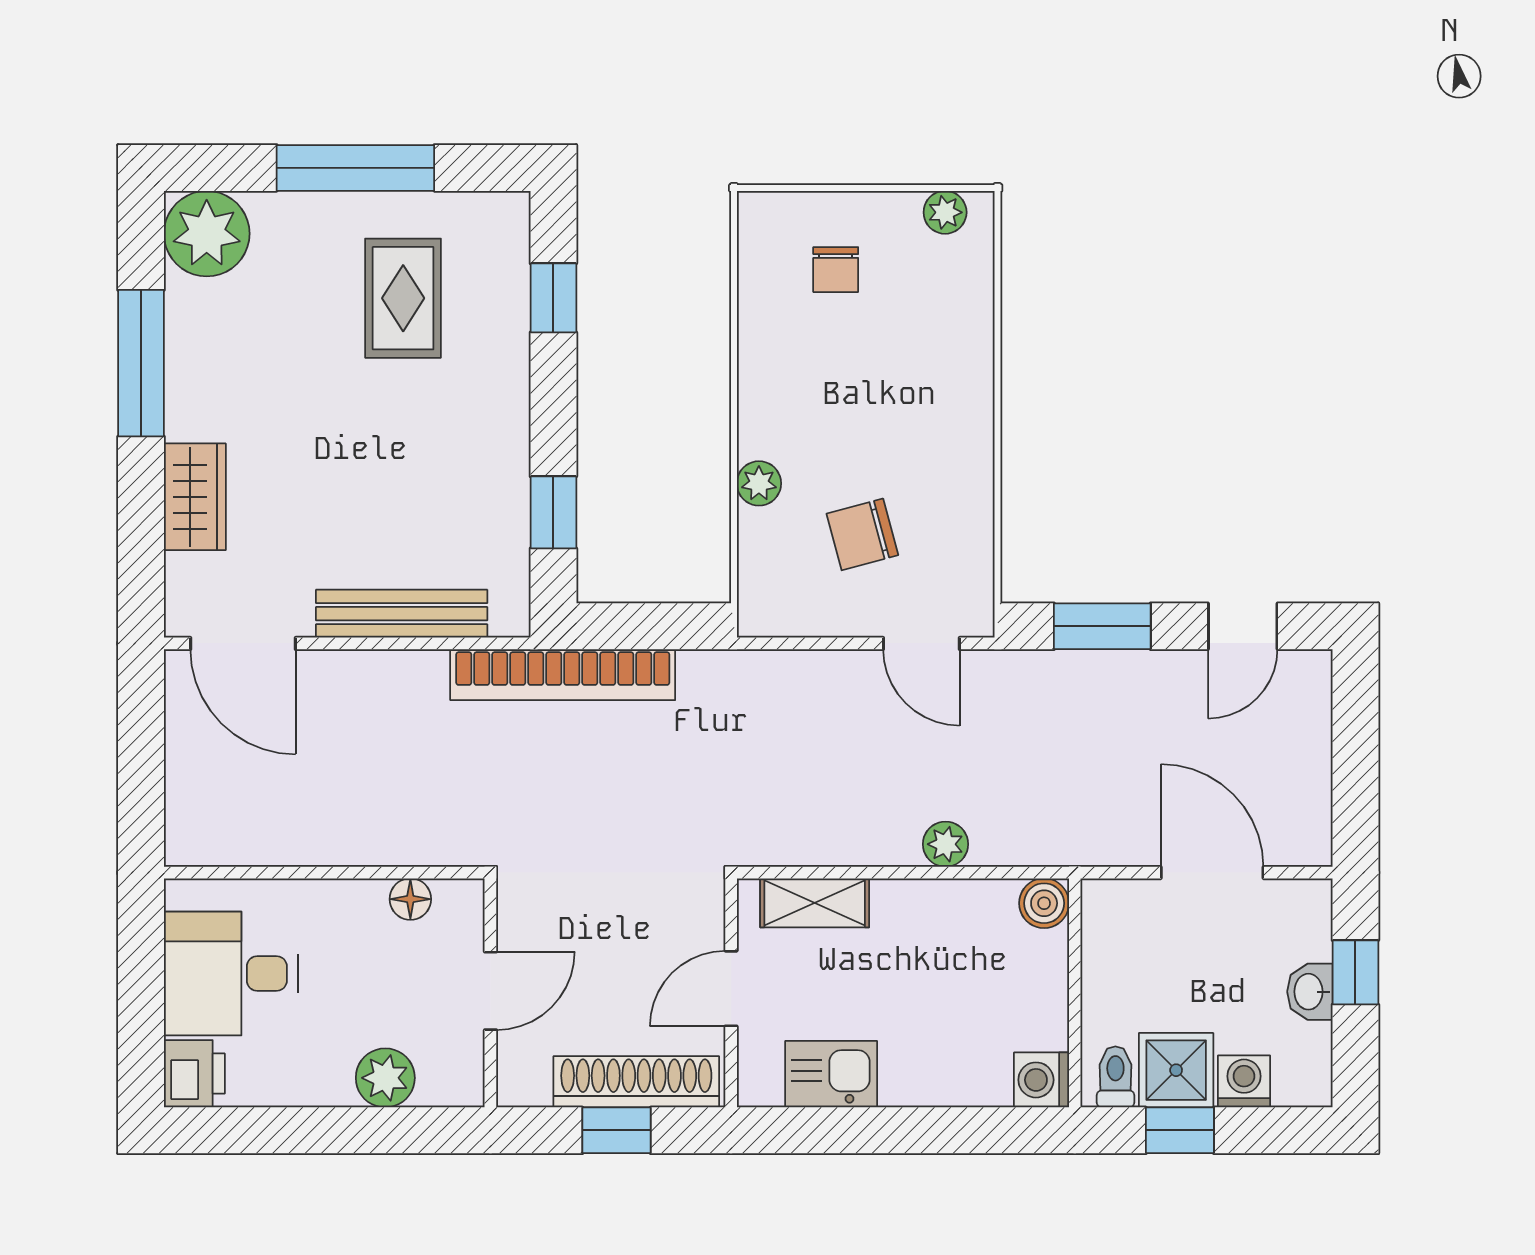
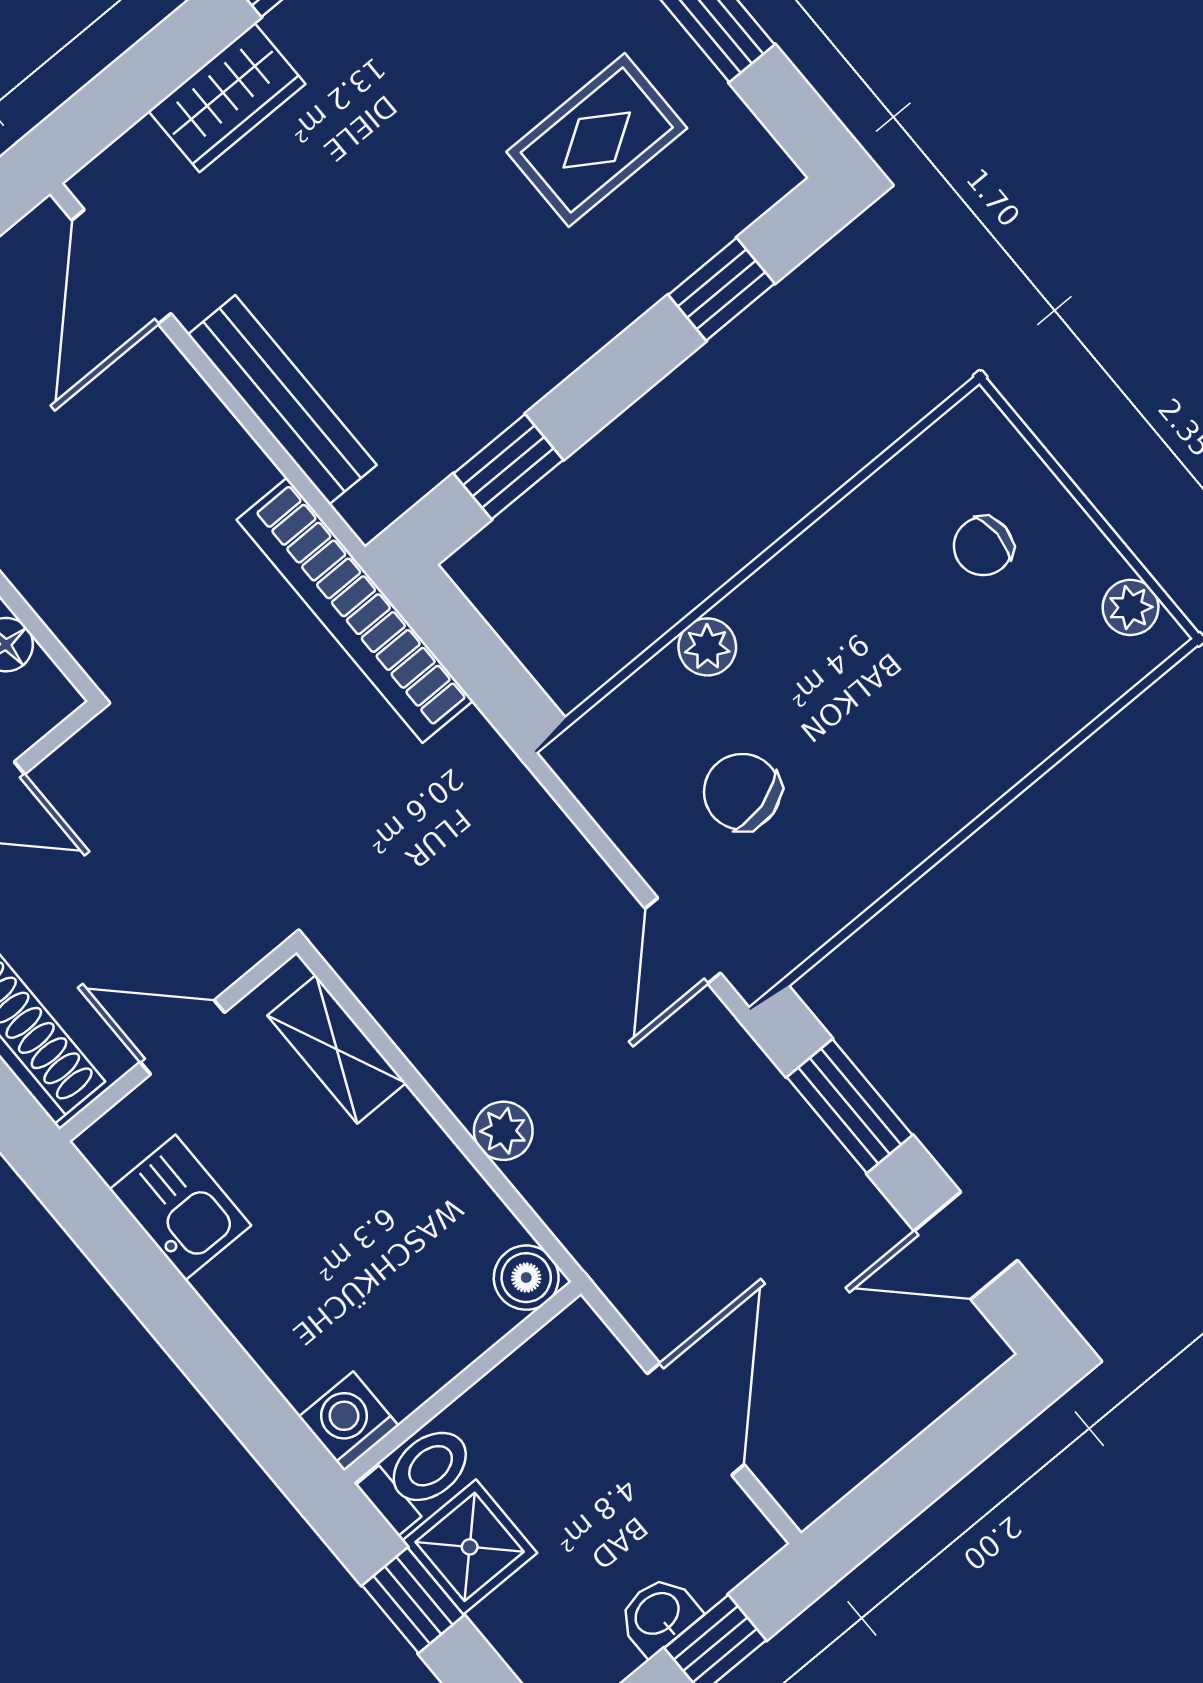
toilet: (1115, 1077) -> (419, 1476), width x1.37, depth x1.39
washing machine: (1244, 1081) -> (515, 1624), removed

